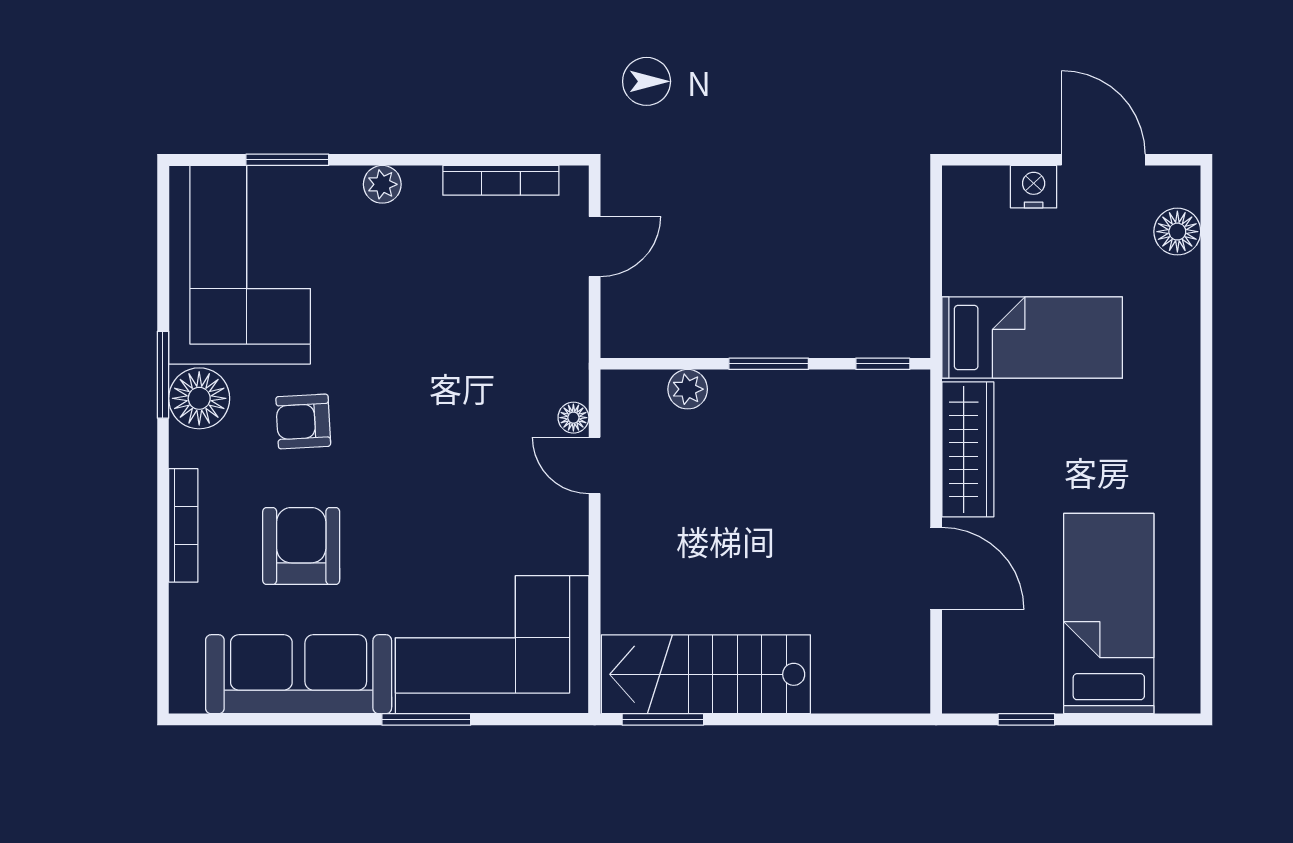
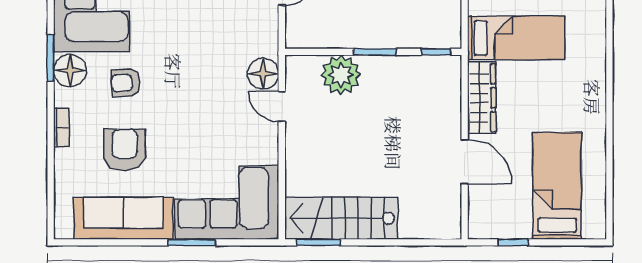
plant: (688, 389) -> (341, 75), width x1.88, depth x1.88
floor lamp: (573, 418) -> (263, 73), width x1.89, depth x1.89
bookcase: (183, 525) -> (61, 128), width x0.64

